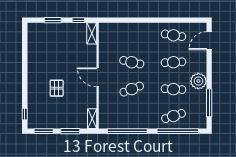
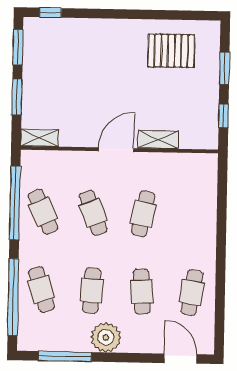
shelving: (92, 33) -> (158, 139), moved
pallet: (57, 88) -> (171, 51), moved, width x1.50, depth x1.42
cafe table: (132, 116) -> (43, 212), added

